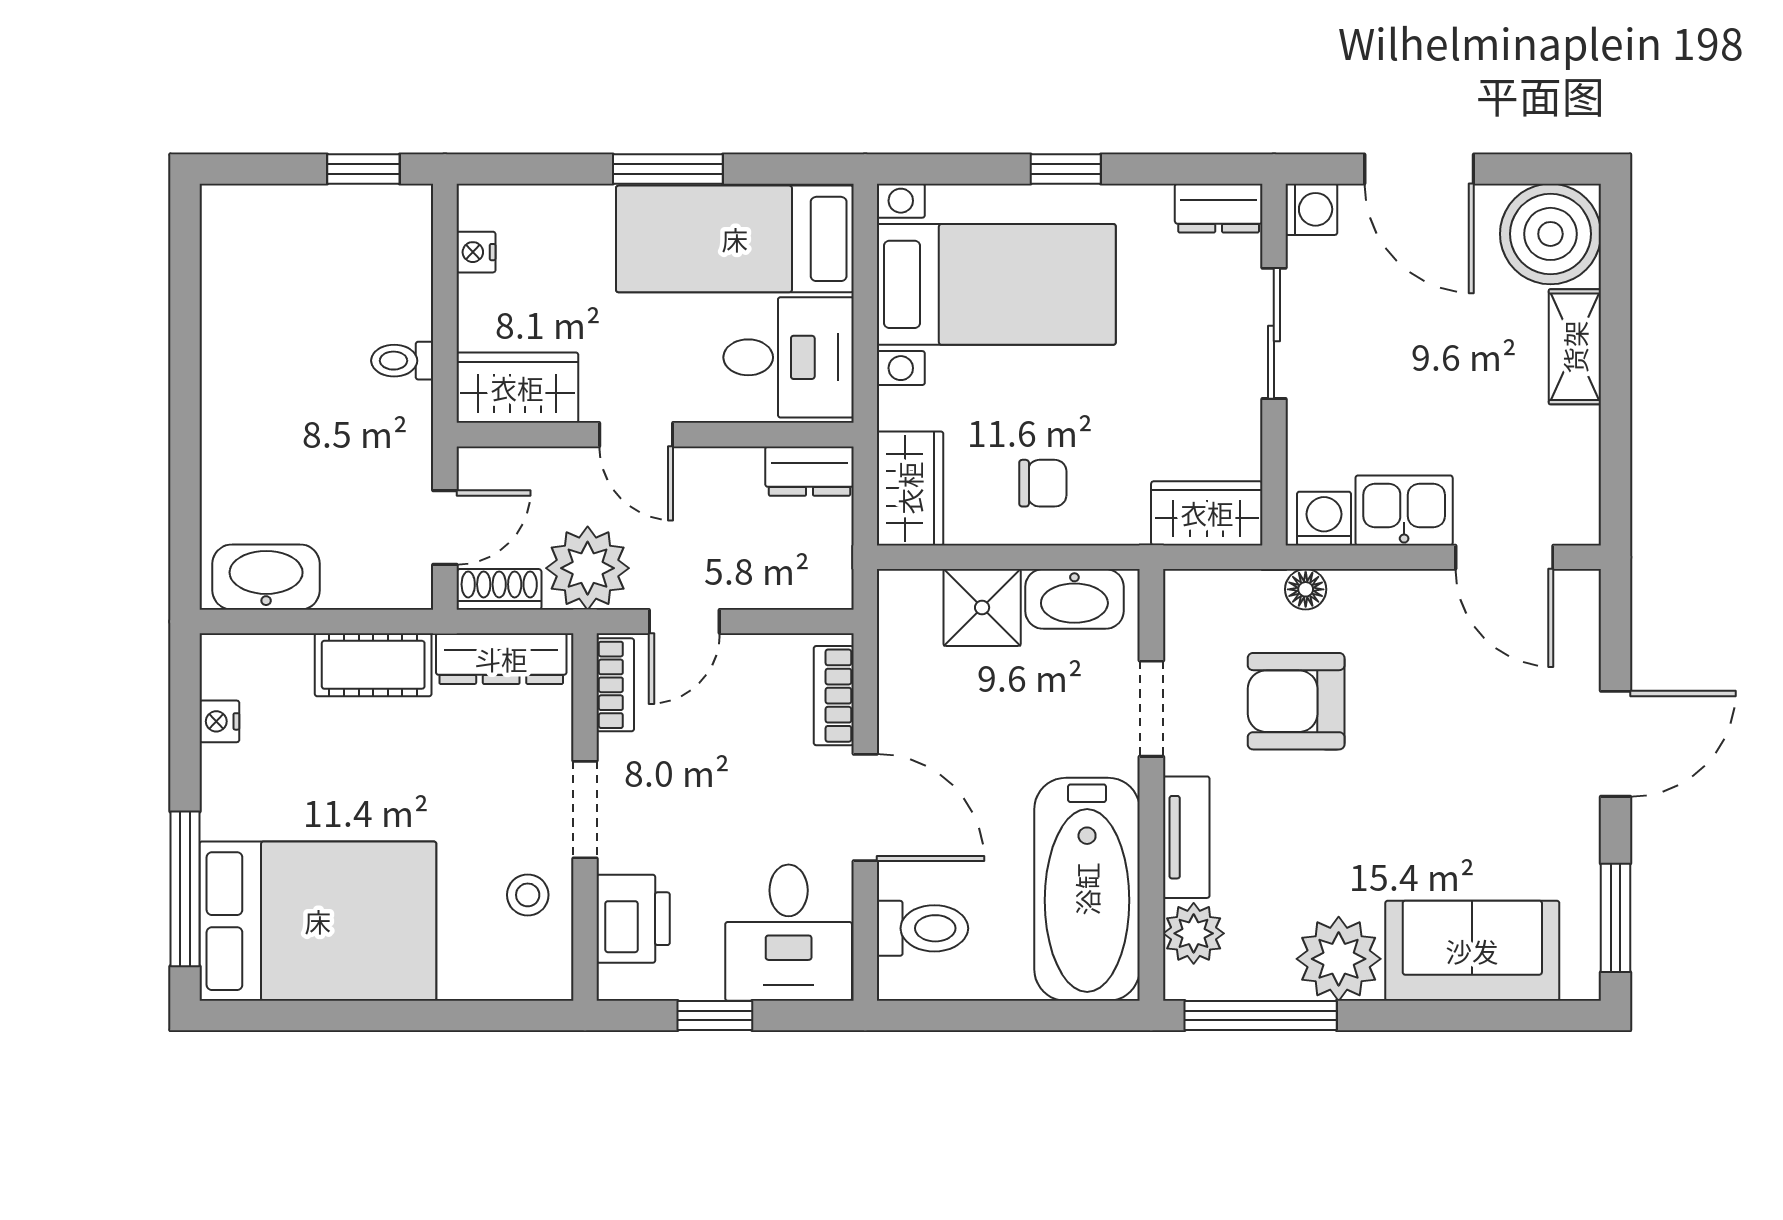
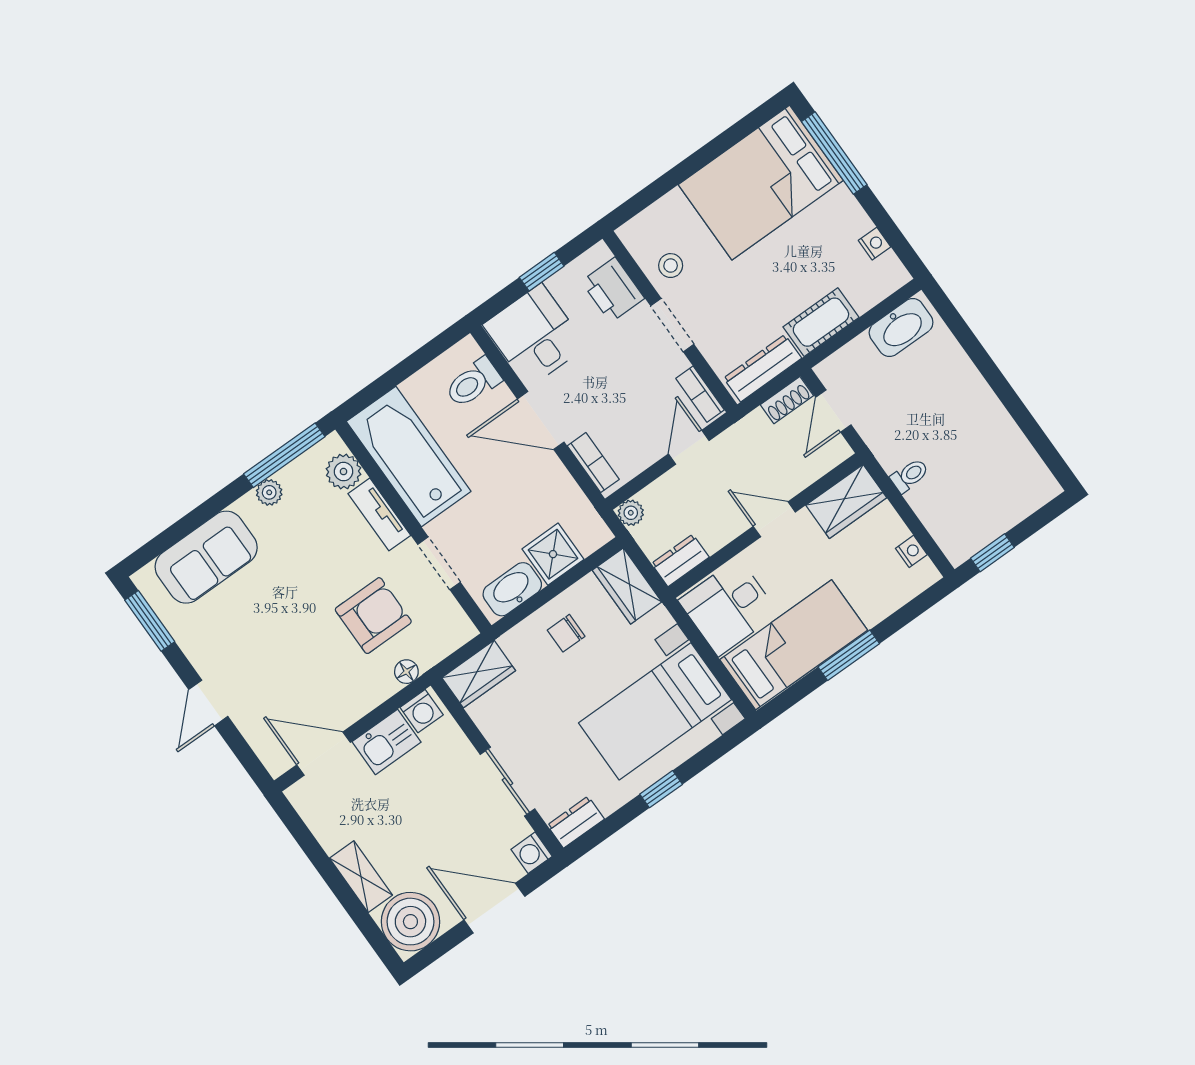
plant: (588, 568) -> (631, 513), moved, width x0.53, depth x0.53
door: (1615, 744) -> (208, 703), width x0.73
plant: (1339, 959) -> (269, 492), width x0.53, depth x0.53

